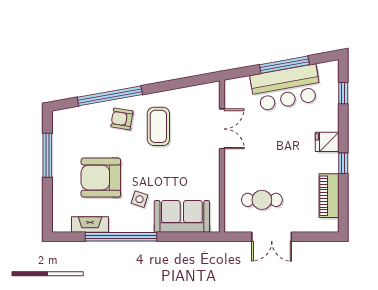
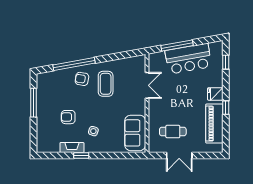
window: (284, 65) -> (177, 46), moved
armchair: (101, 178) -> (68, 117), width x0.53, depth x0.53
piano: (329, 196) -> (214, 124), width x1.37, depth x1.33
sofa: (182, 216) -> (135, 133), moved, turned -90
fireplace: (90, 224) -> (72, 147), moved
window: (121, 237) -> (81, 155), width x0.32

